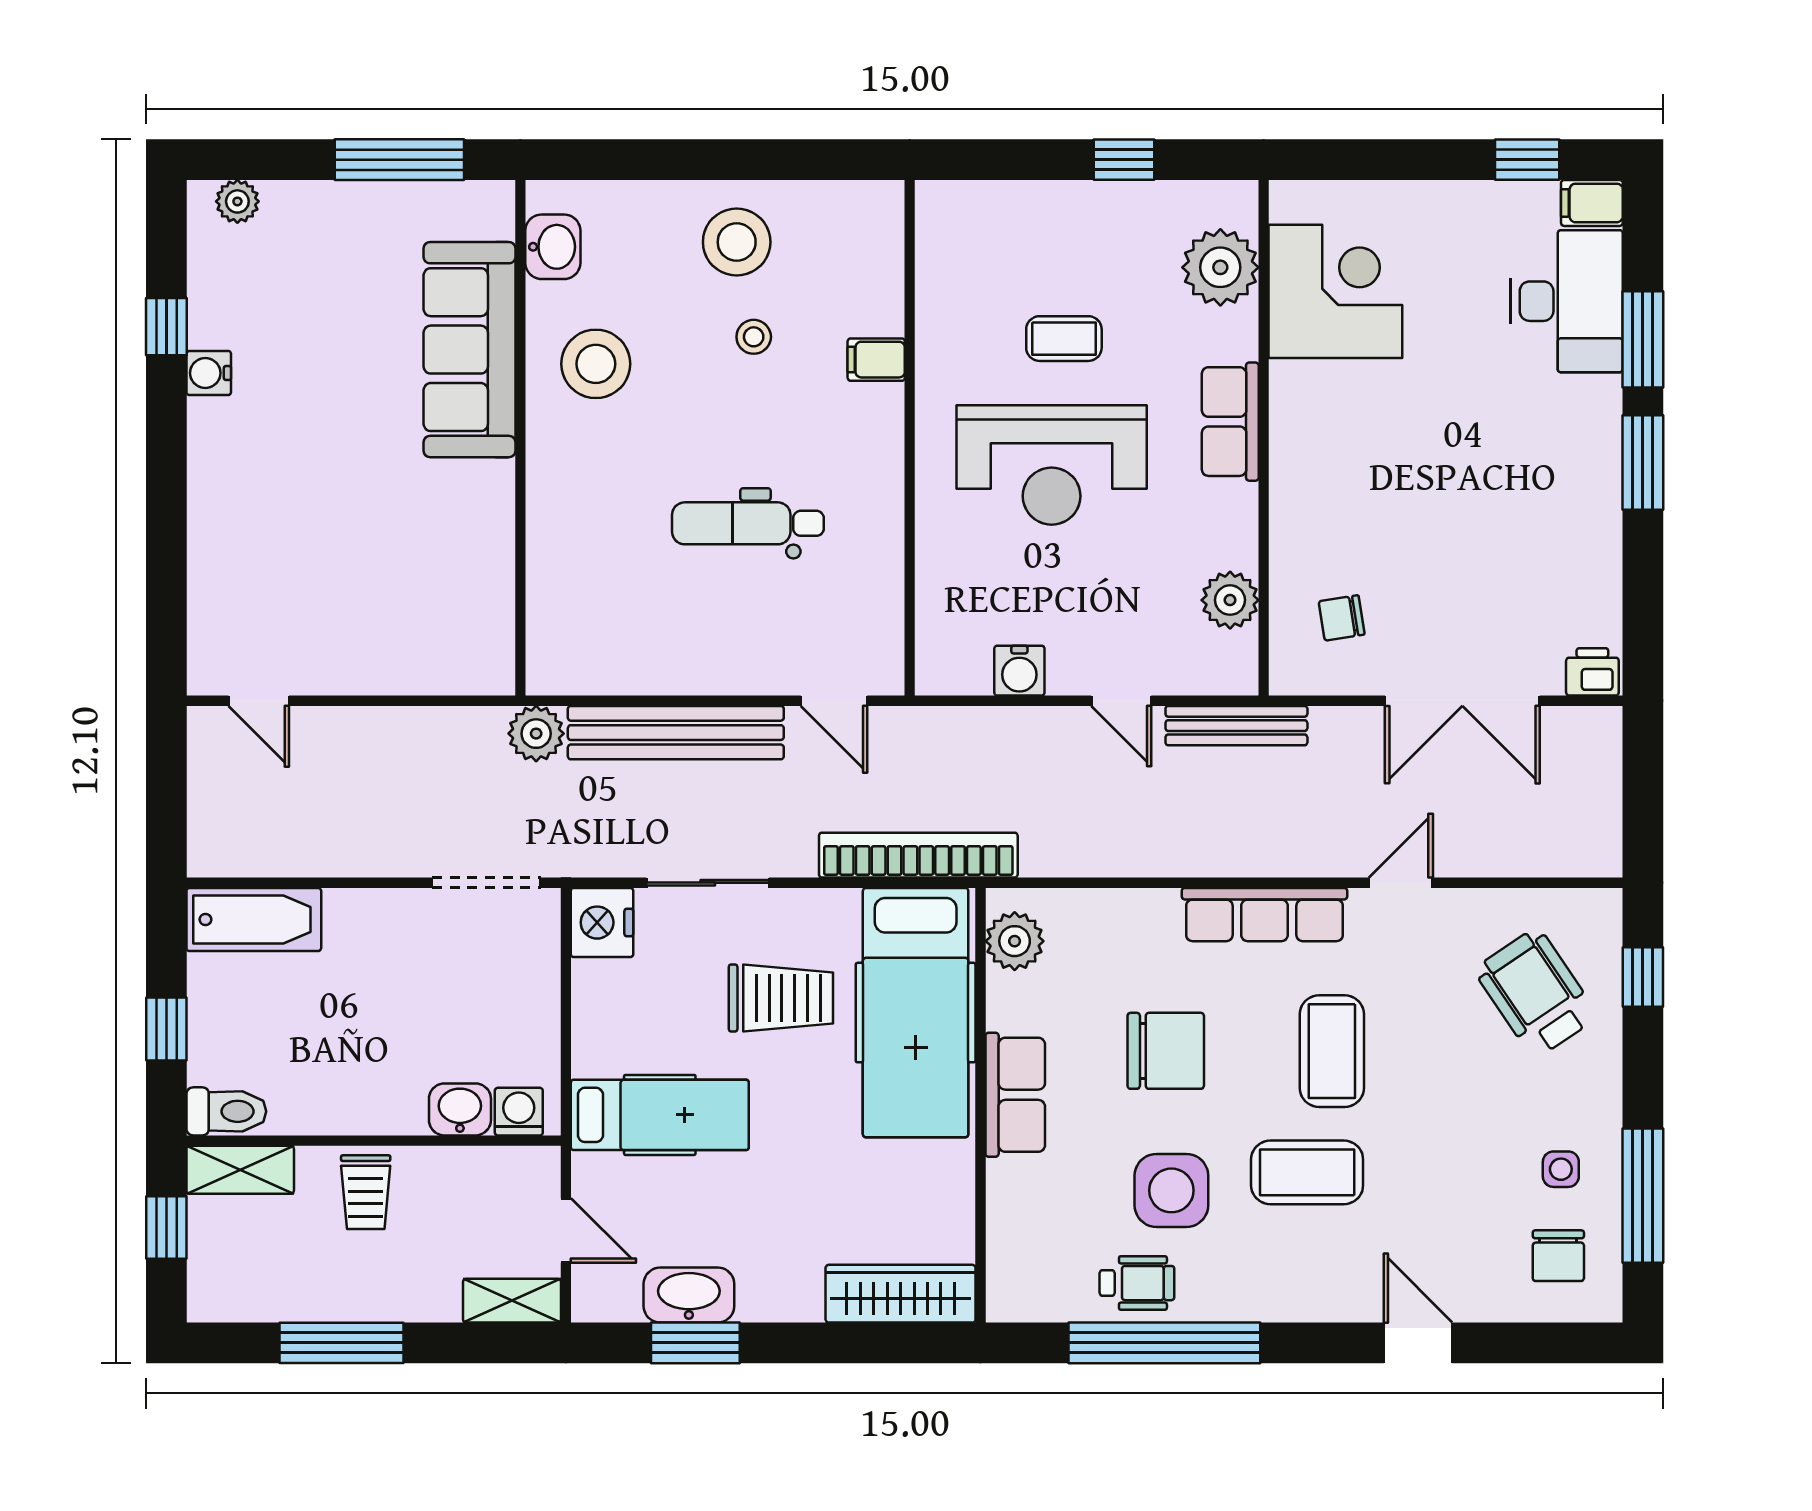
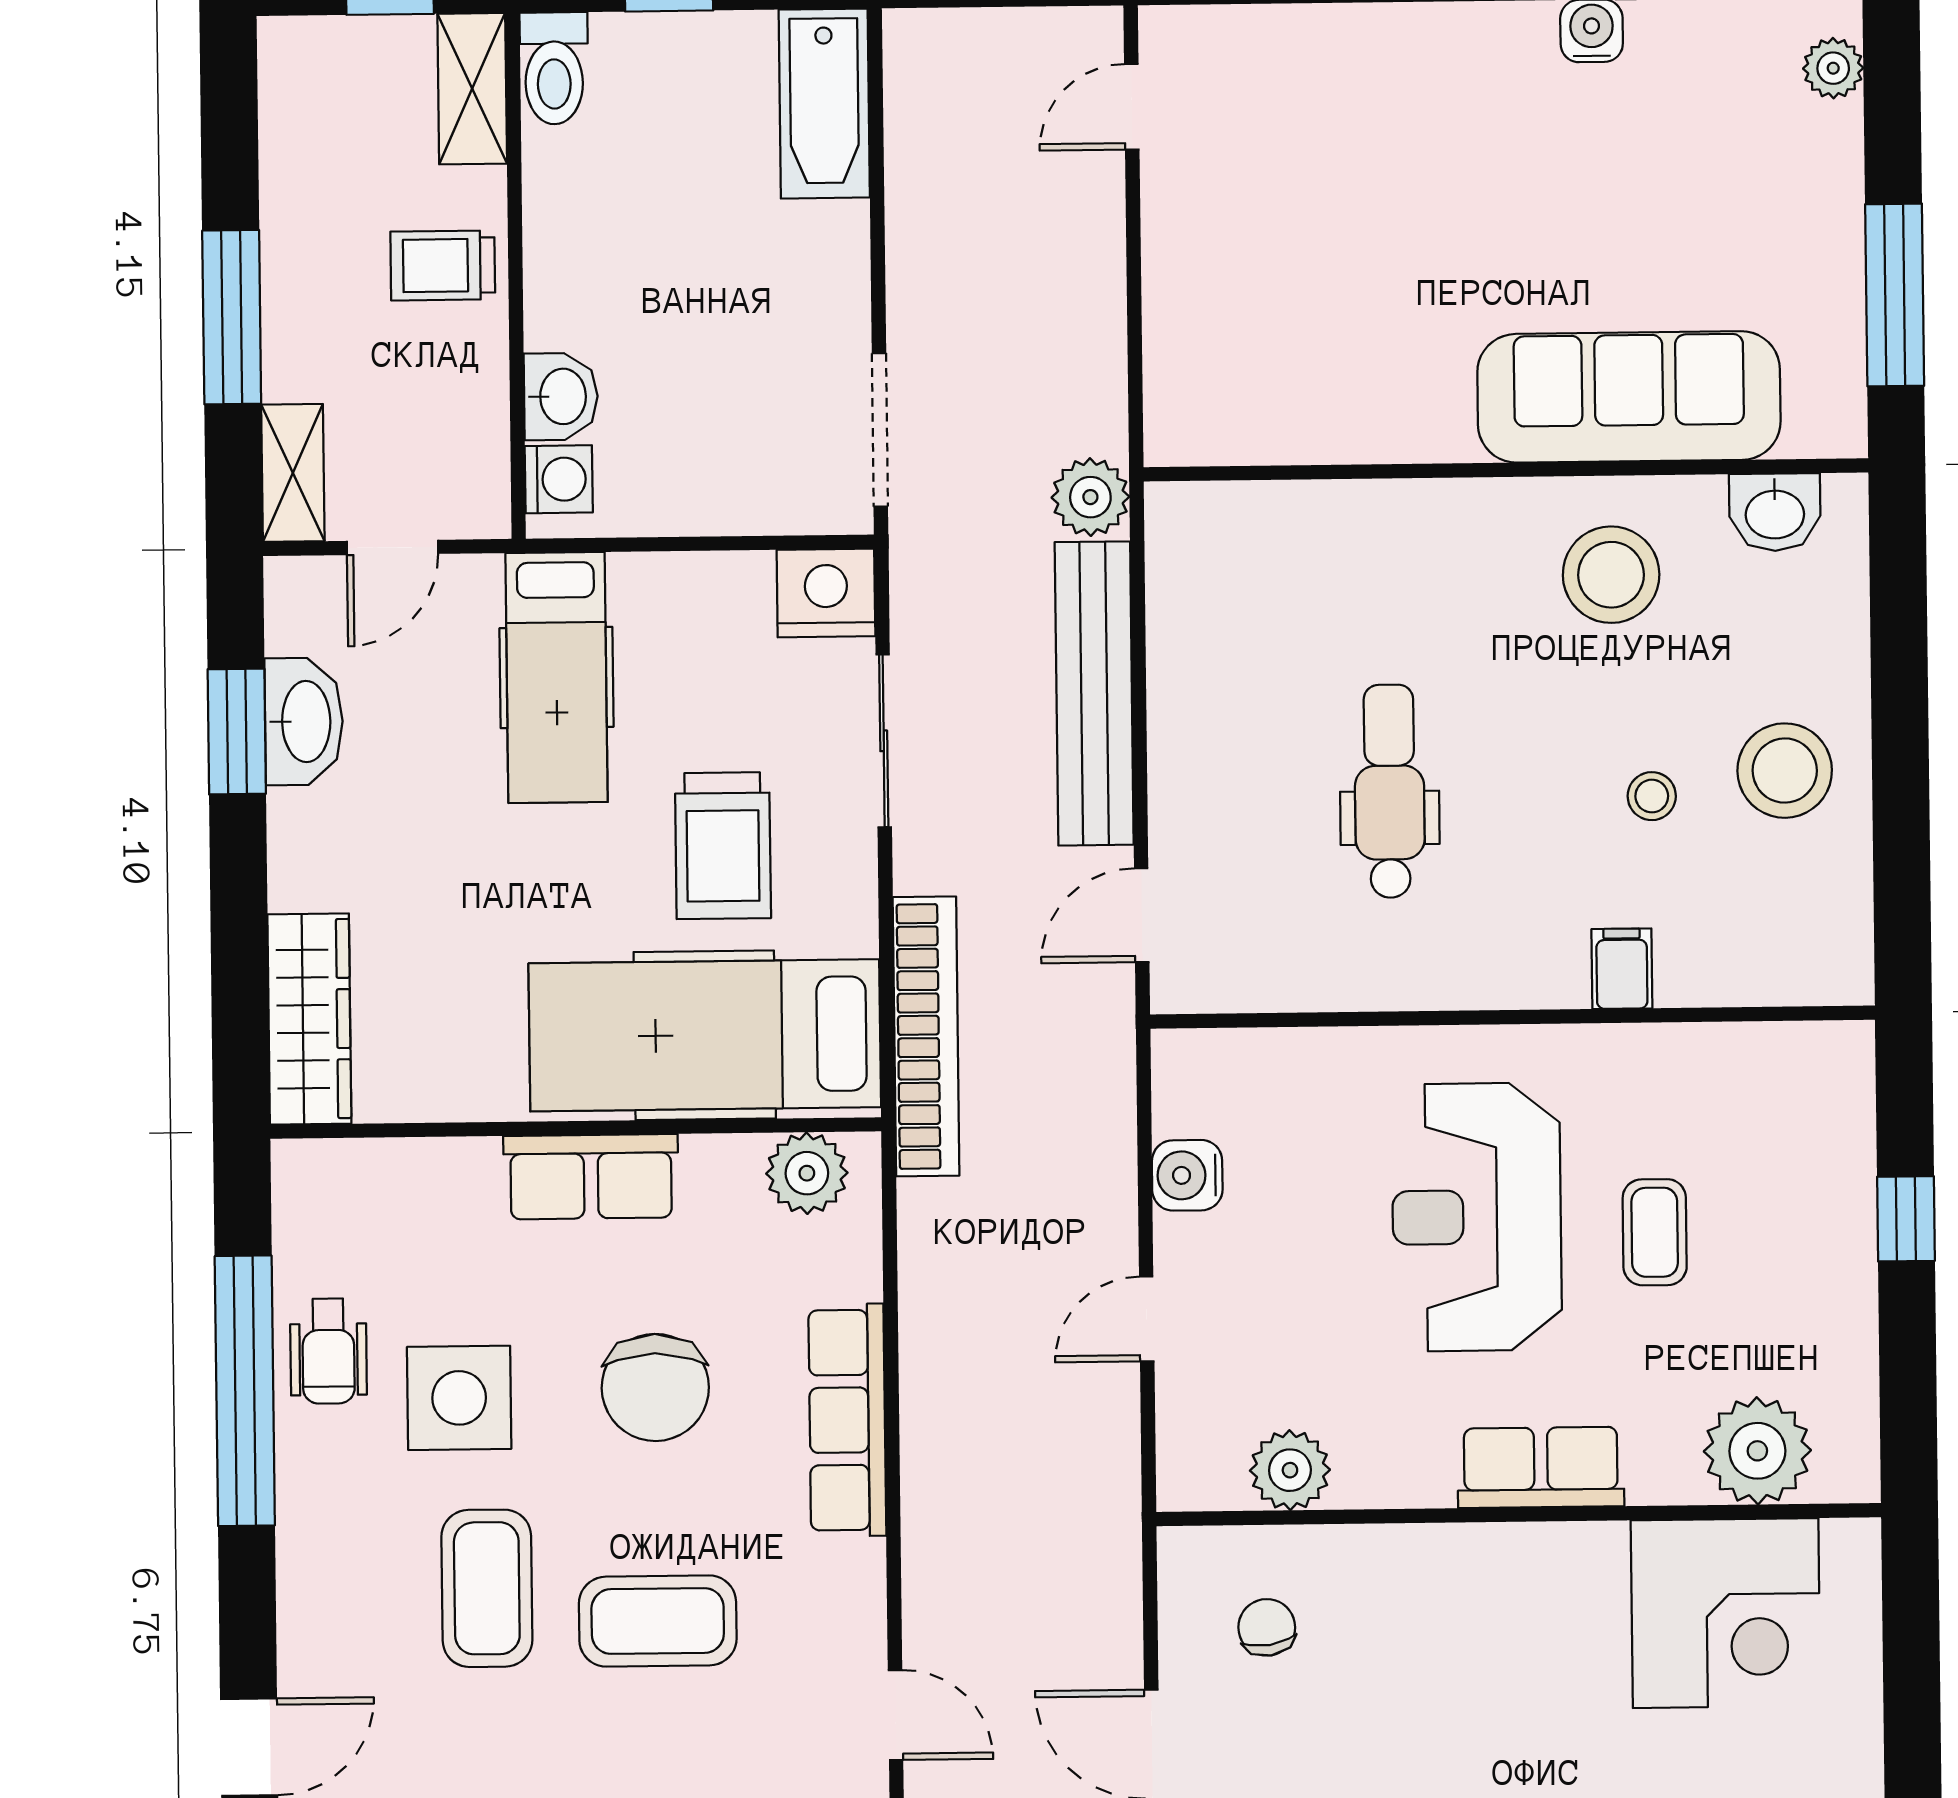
window: (1124, 160) -> (1906, 1219), moved
bench: (1236, 726) -> (1114, 1481), removed
row of seats: (1265, 915) -> (847, 1420), moved
window: (341, 1343) -> (232, 317), moved

